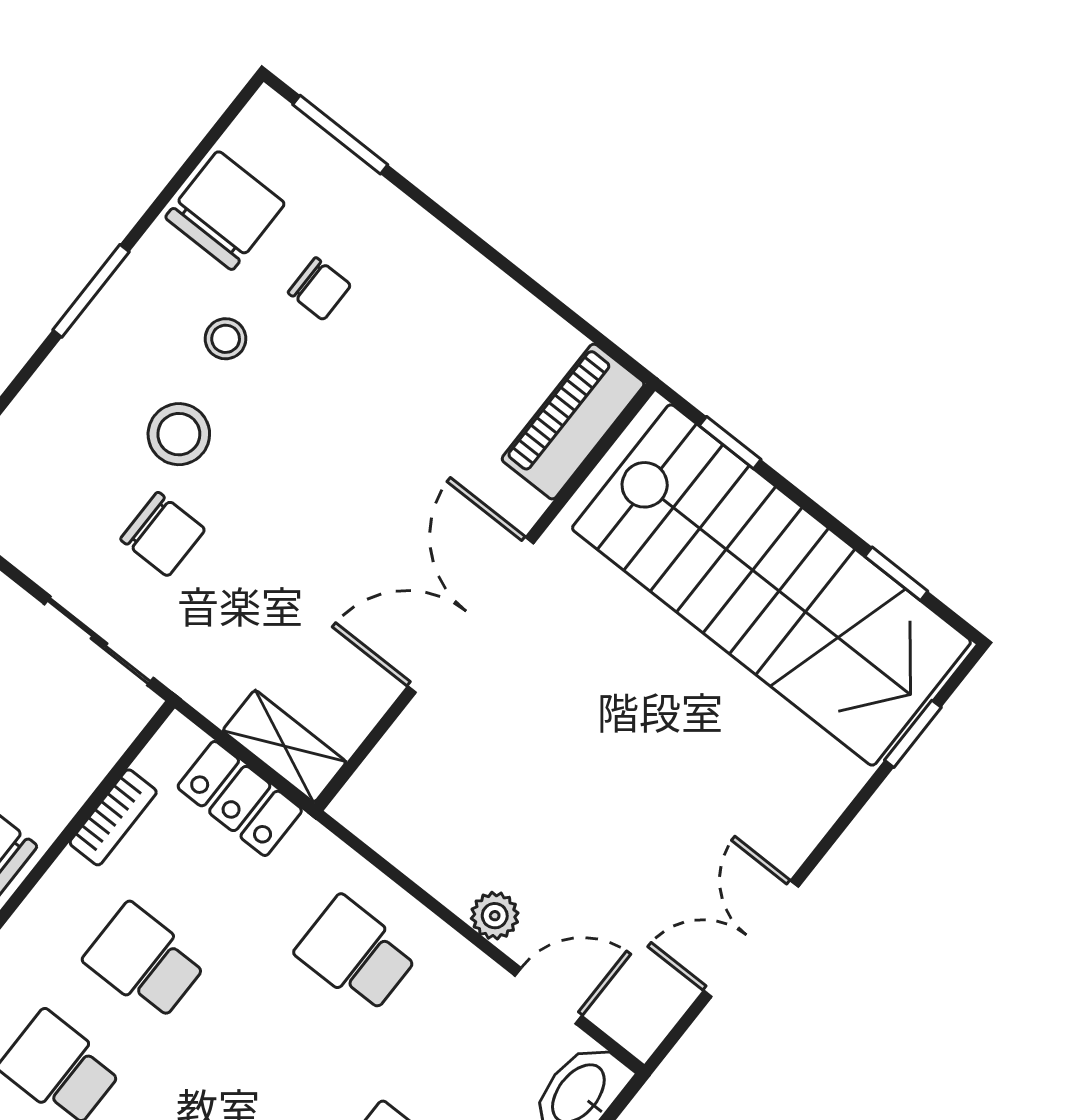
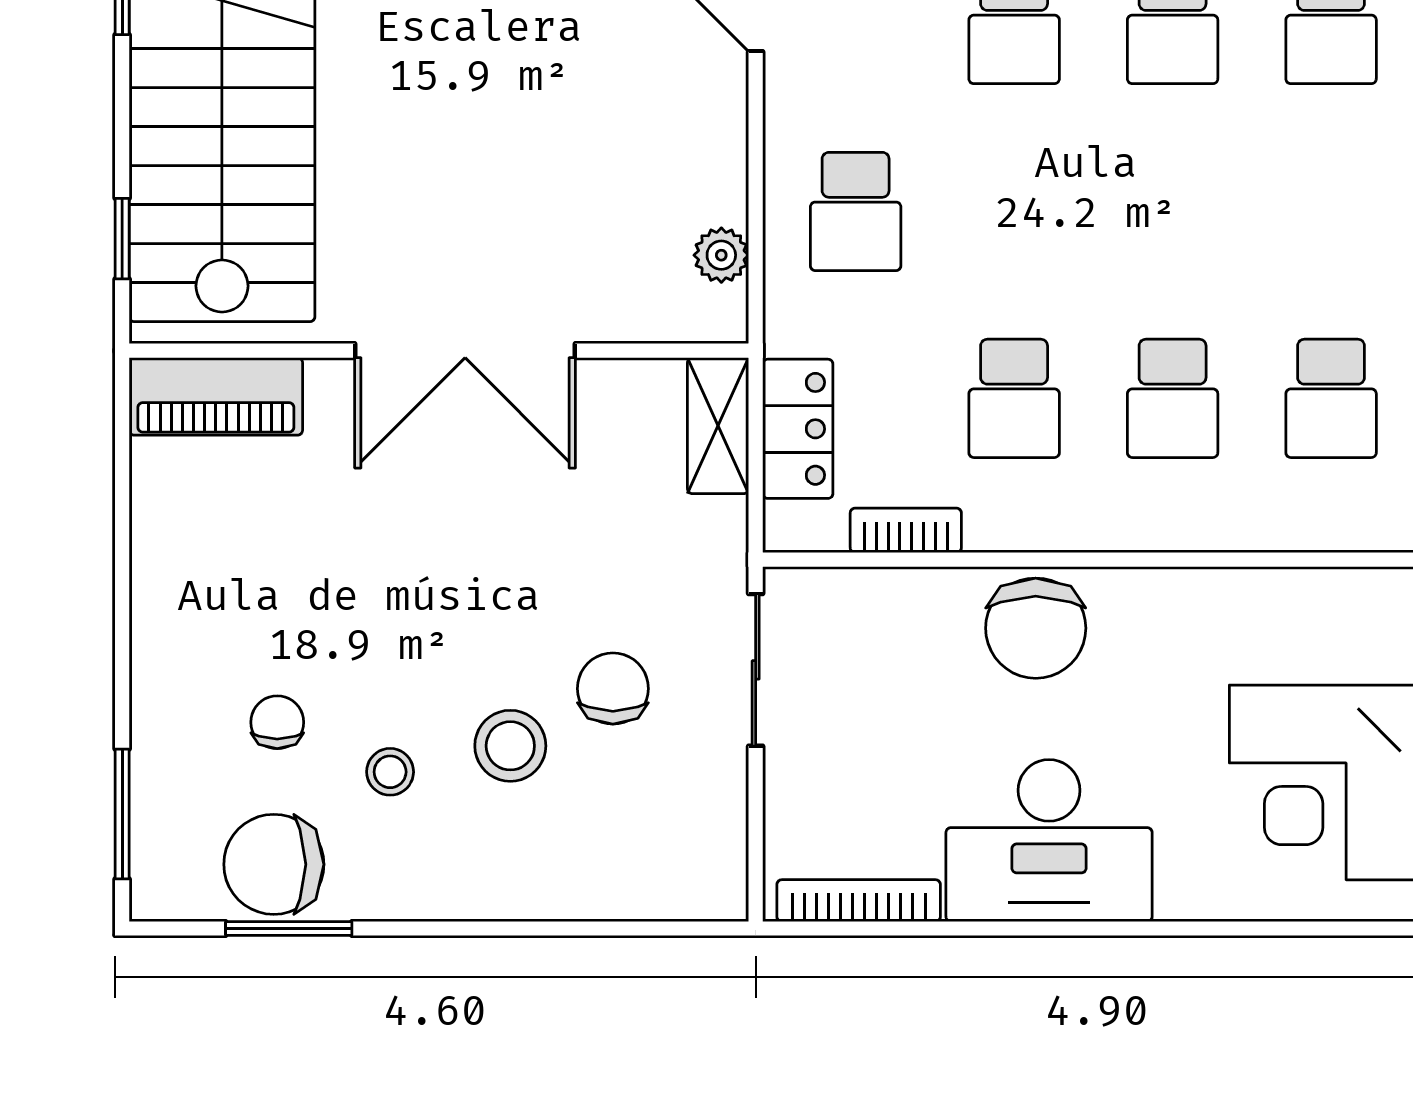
window: (91, 291) -> (289, 929), moved
plant: (495, 916) -> (721, 255), moved

